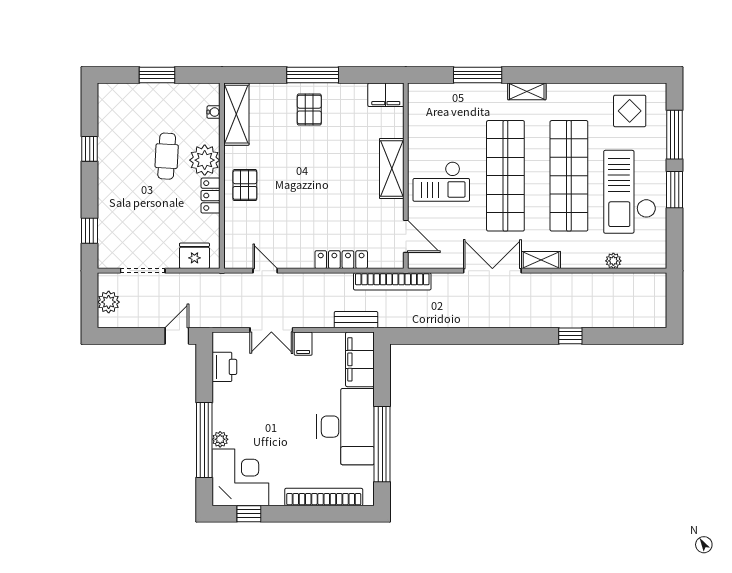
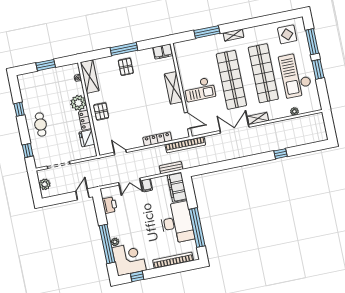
cafe table: (167, 156) -> (41, 125), moved
fridge: (194, 256) -> (87, 138), moved, turned -90

